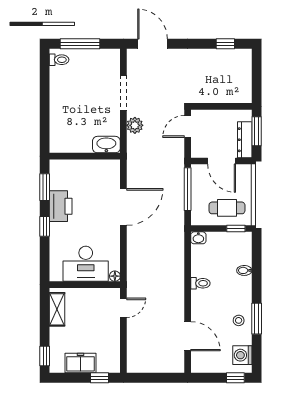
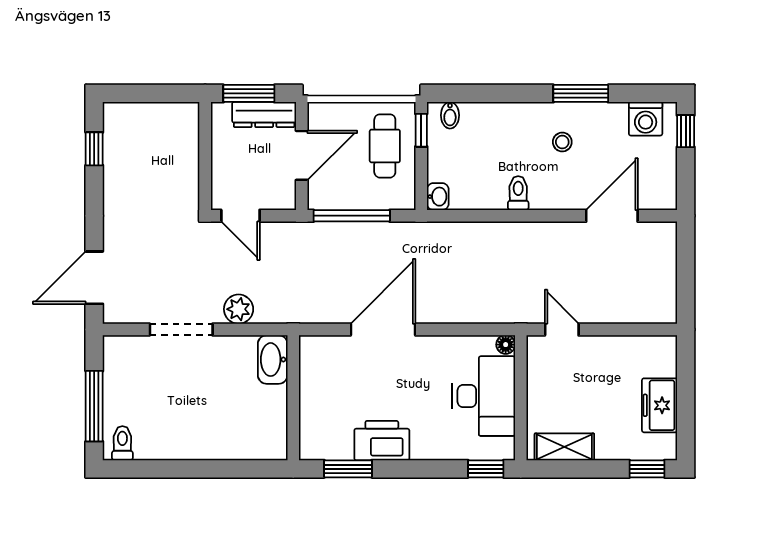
door: (123, 207) -> (383, 329), hinge flipped
window: (45, 226) -> (486, 469), moved
bidet: (244, 270) -> (450, 115), moved
stool: (239, 320) -> (562, 142), moved
window: (100, 378) -> (686, 372), removed

